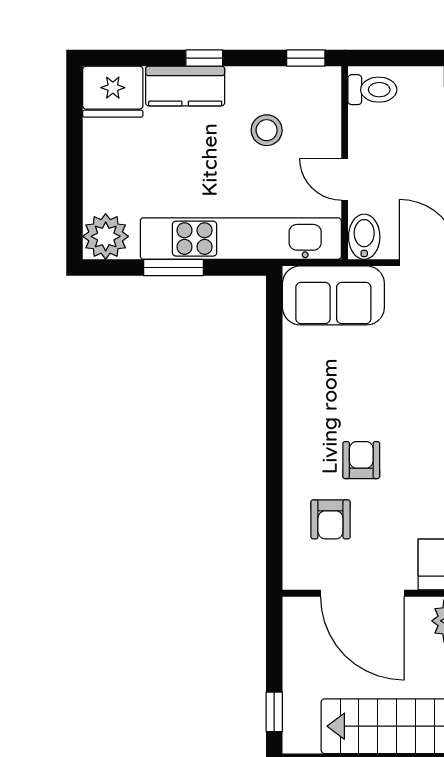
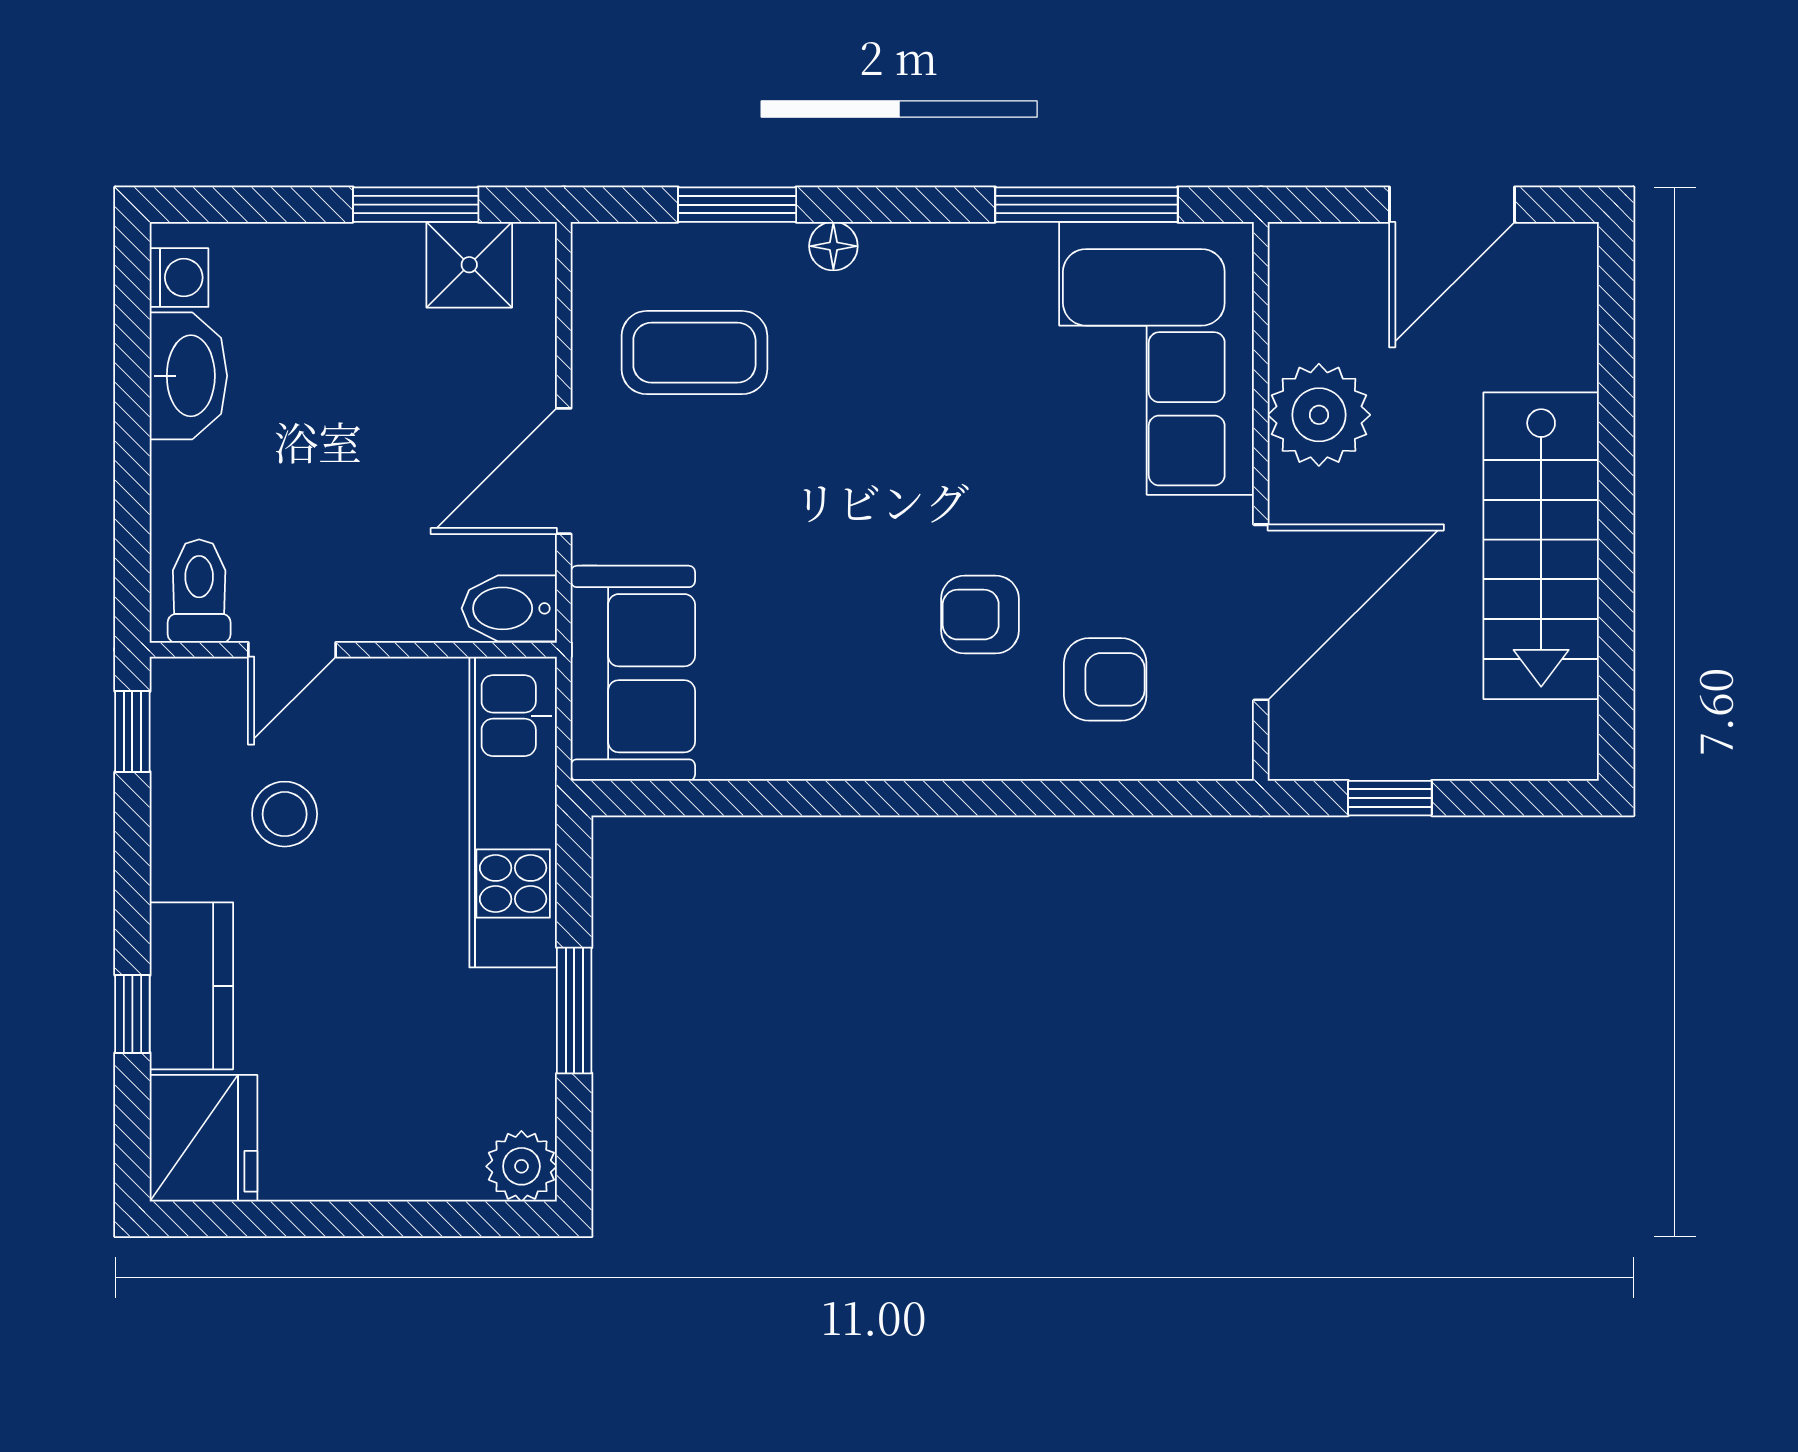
window: (204, 58) -> (132, 1014), moved
door: (345, 179) -> (292, 650), moved
plant: (106, 236) -> (521, 1166), width x0.73, depth x0.73
kitchen unit: (241, 239) -> (513, 812), width x0.73
window: (274, 712) -> (1390, 798), moved

